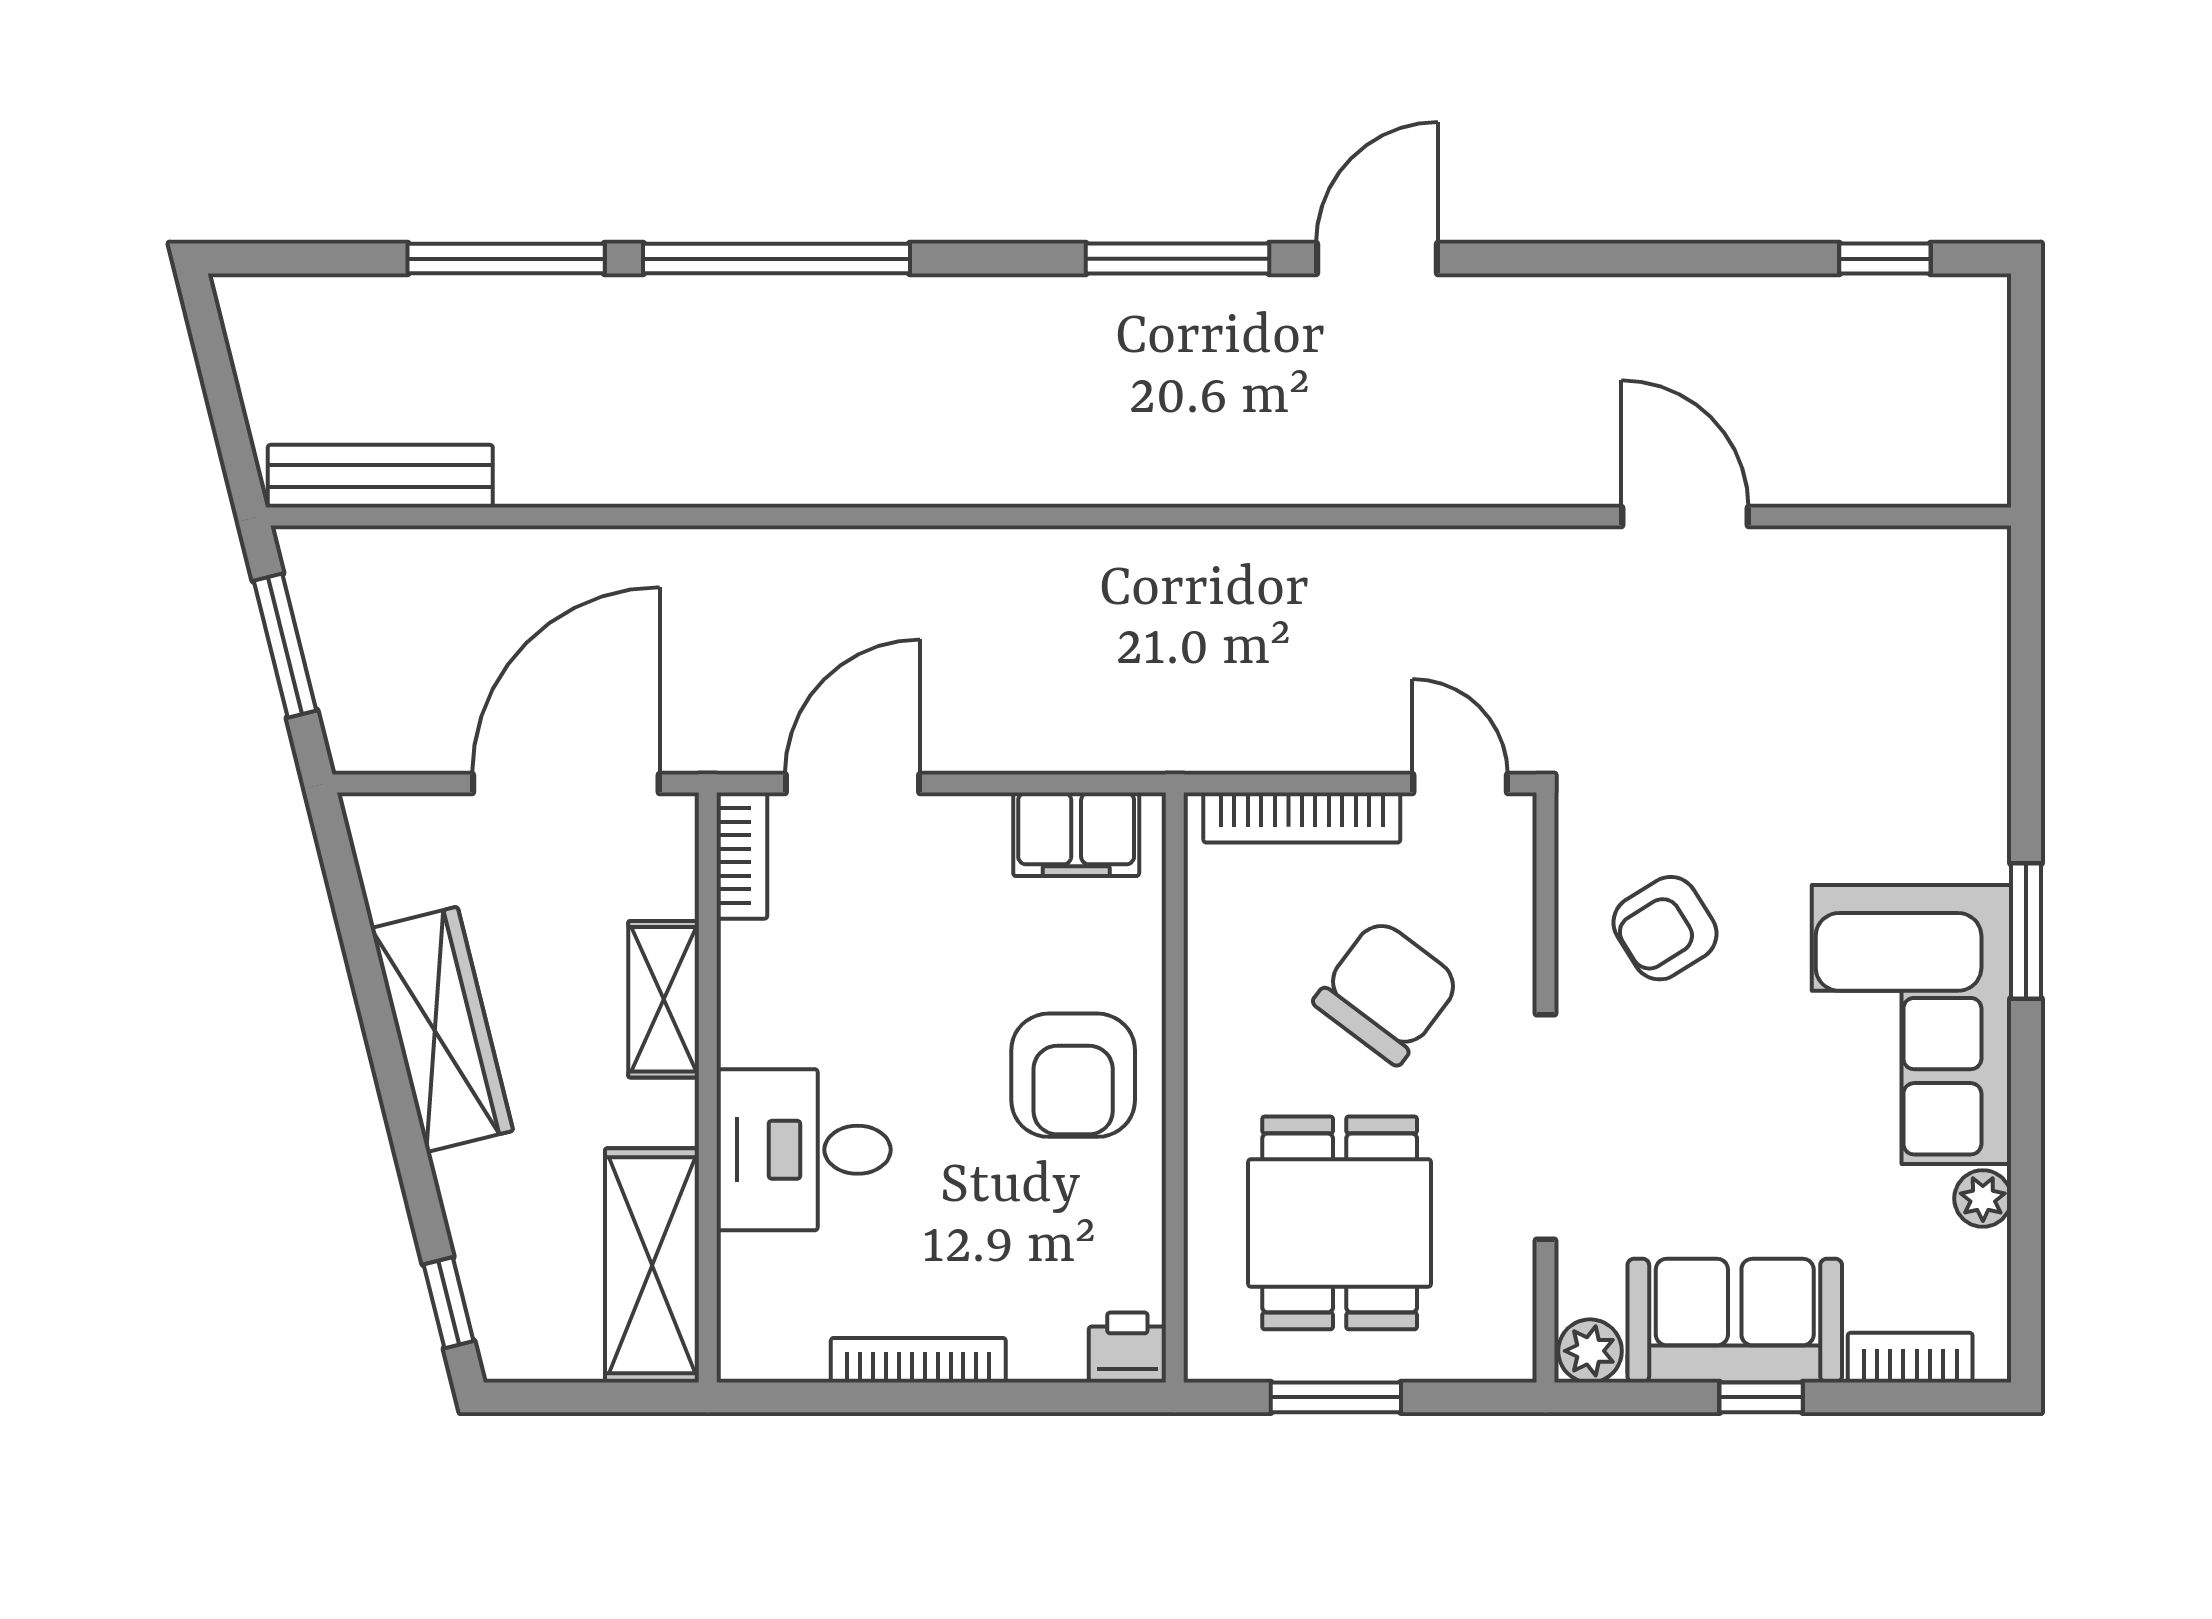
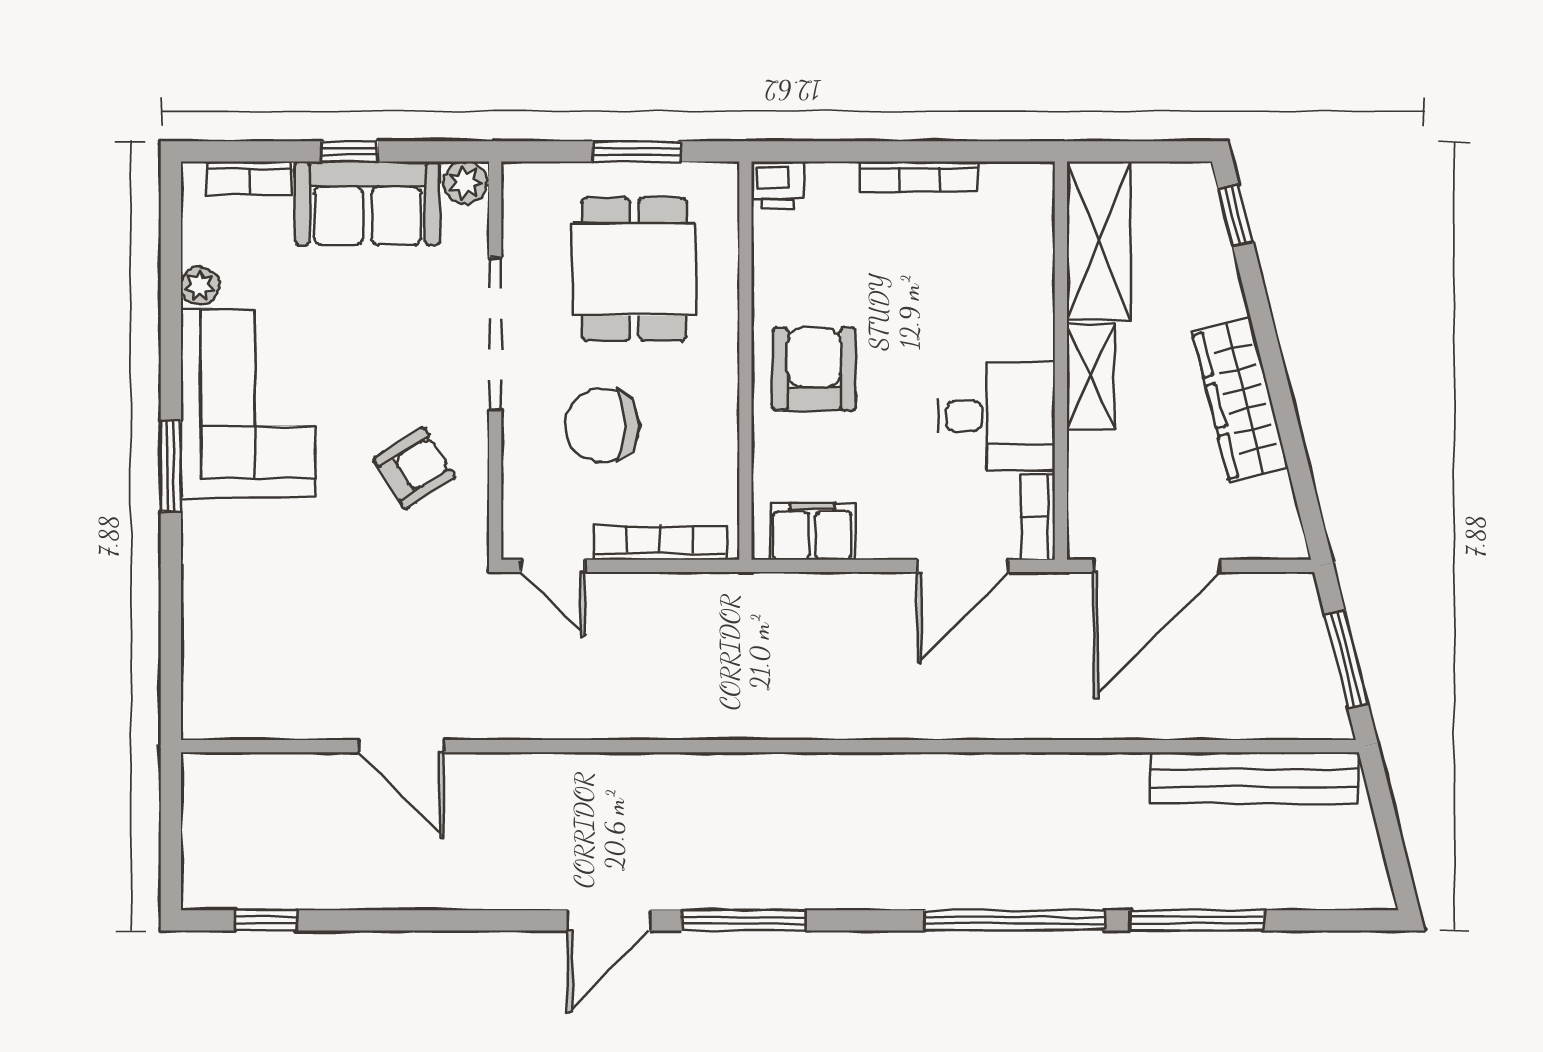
bench: (380, 476) -> (1254, 778), width x1.37, depth x1.21
chair: (1387, 992) -> (602, 425), turned 53
shelving: (664, 999) -> (1091, 377), moved
desk: (804, 1150) -> (996, 416), moved

